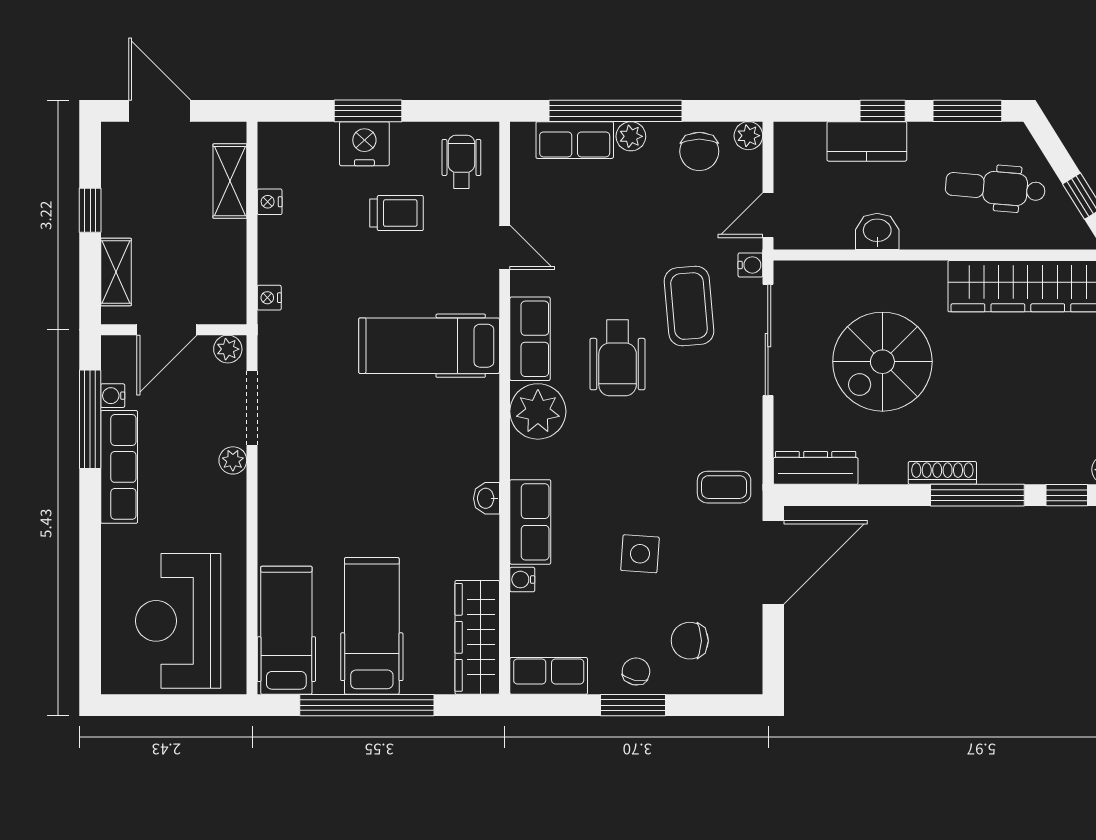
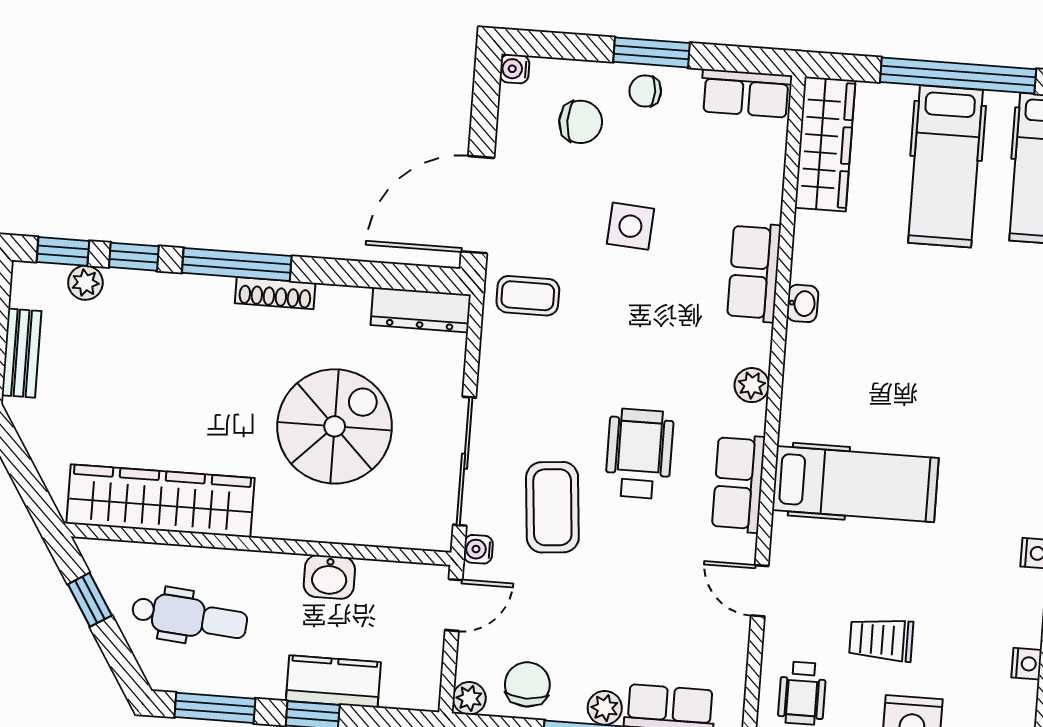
plant: (538, 411) -> (752, 385), width x0.53, depth x0.53
water cooler: (522, 580) -> (514, 69), moved, turned 180
chair: (636, 671) -> (645, 91), turned 78

